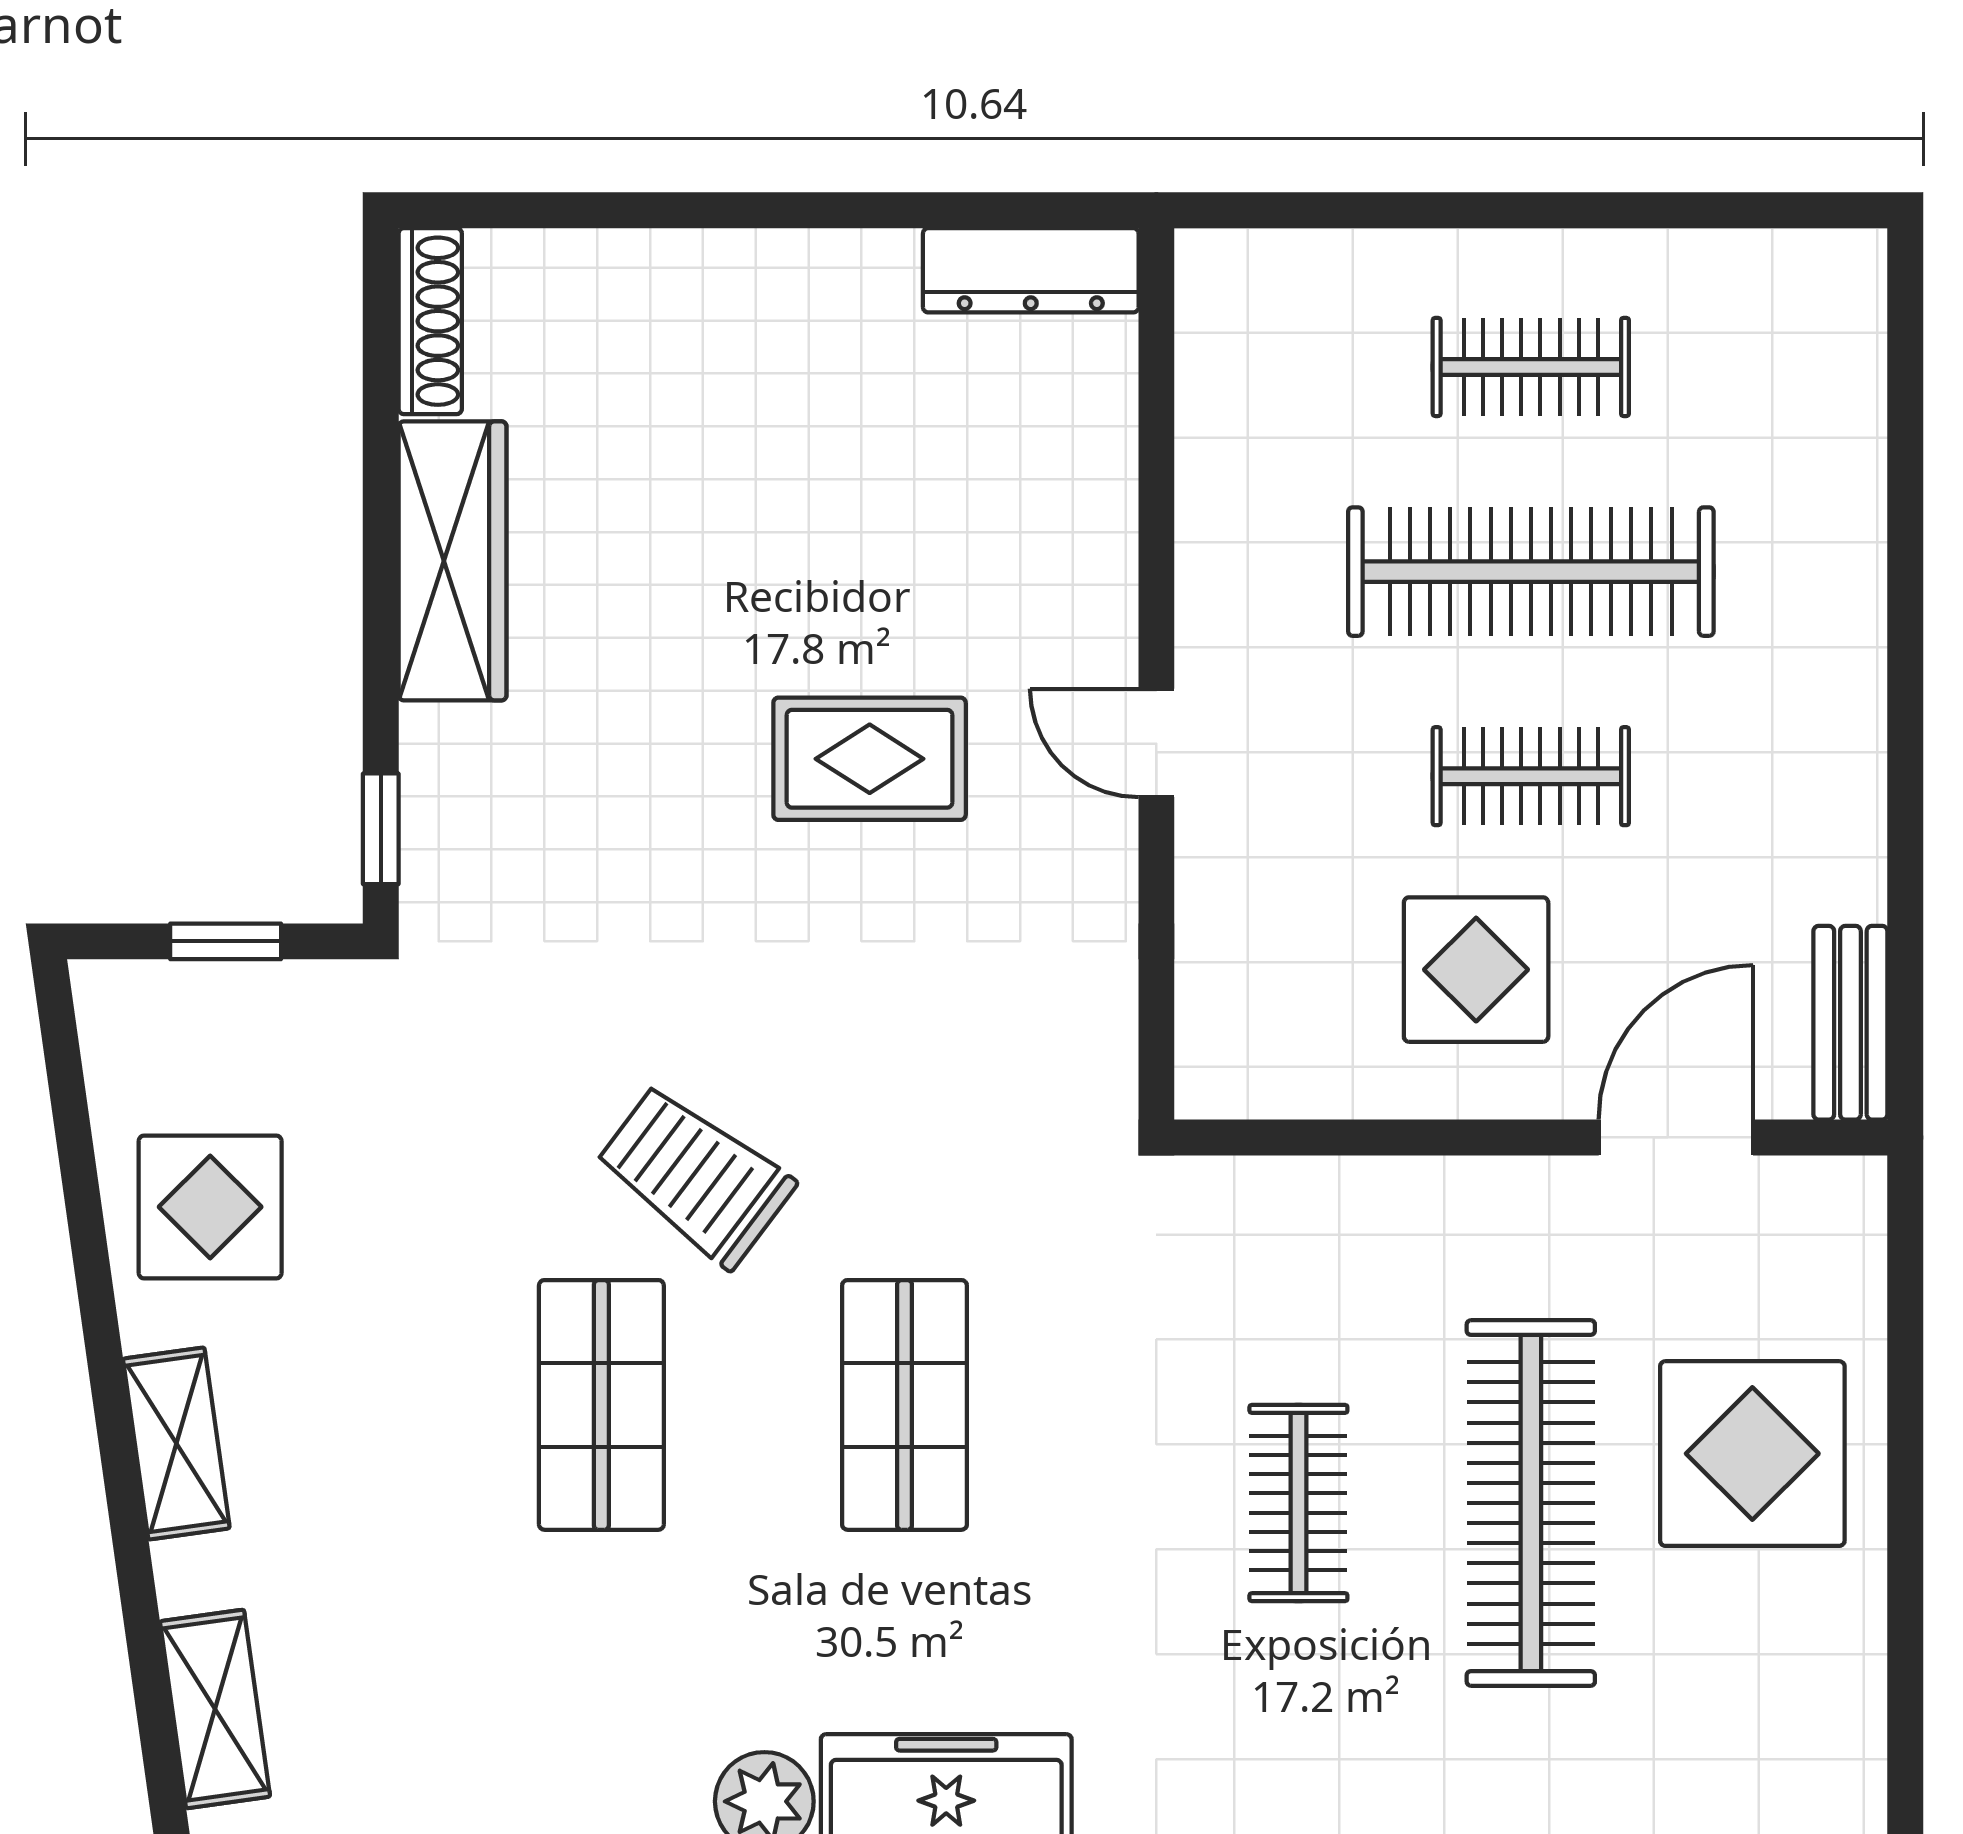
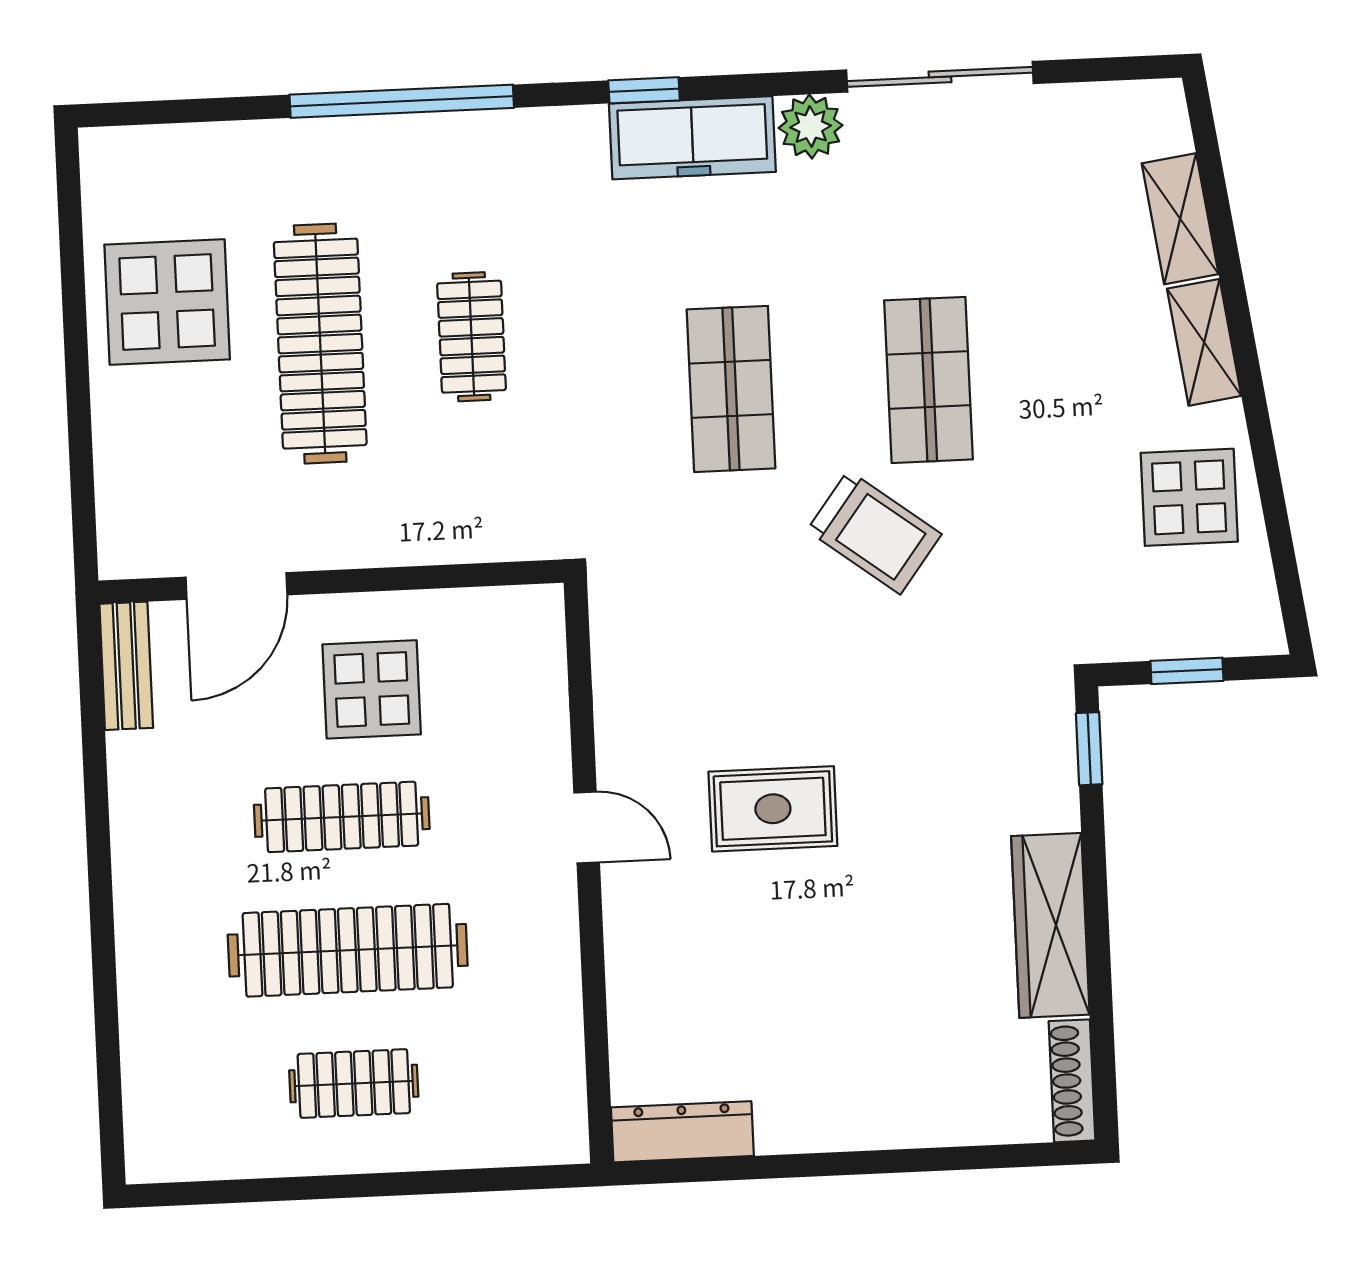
clothes rail: (1531, 776) -> (342, 817), width x1.36
display table: (1752, 1454) -> (167, 302), moved
shelving: (215, 1709) -> (1180, 219), moved

